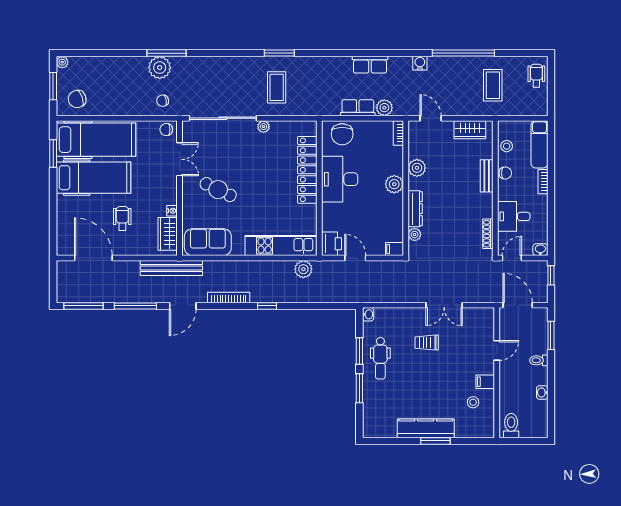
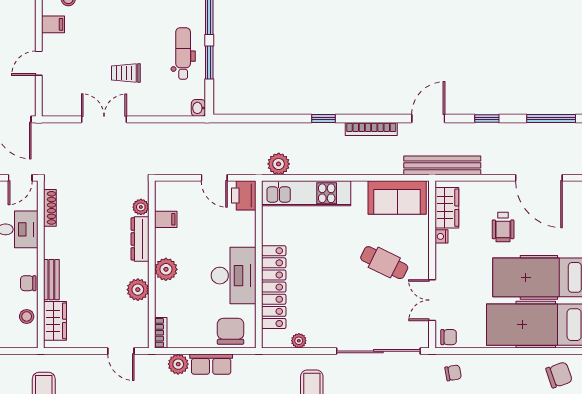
plant: (264, 127) -> (299, 341), moved
wardrobe: (470, 130) -> (55, 321), moved, turned 90
filing cabinet: (394, 249) -> (166, 219), moved
window: (135, 306) -> (487, 118), width x0.46
trolley: (427, 343) -> (126, 73), turned 180

